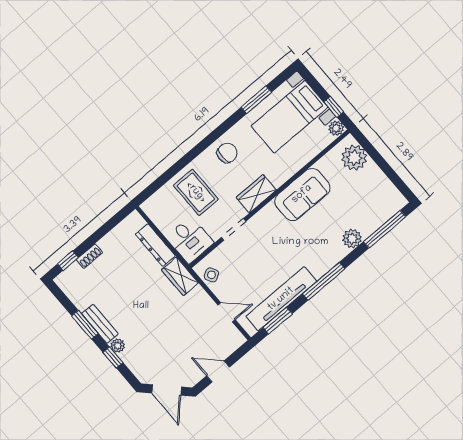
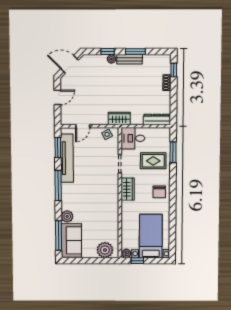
window: (256, 100) -> (173, 152), moved
sofa: (302, 194) -> (71, 240), moved, turned 180
dresser: (155, 245) -> (157, 119), moved

